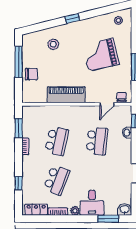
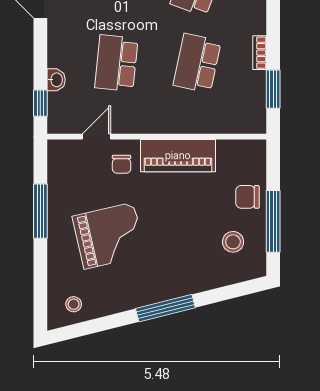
window: (72, 18) -> (165, 308), width x2.17
stool: (53, 44) -> (233, 242), moved
chair: (122, 97) -> (122, 164), moved

